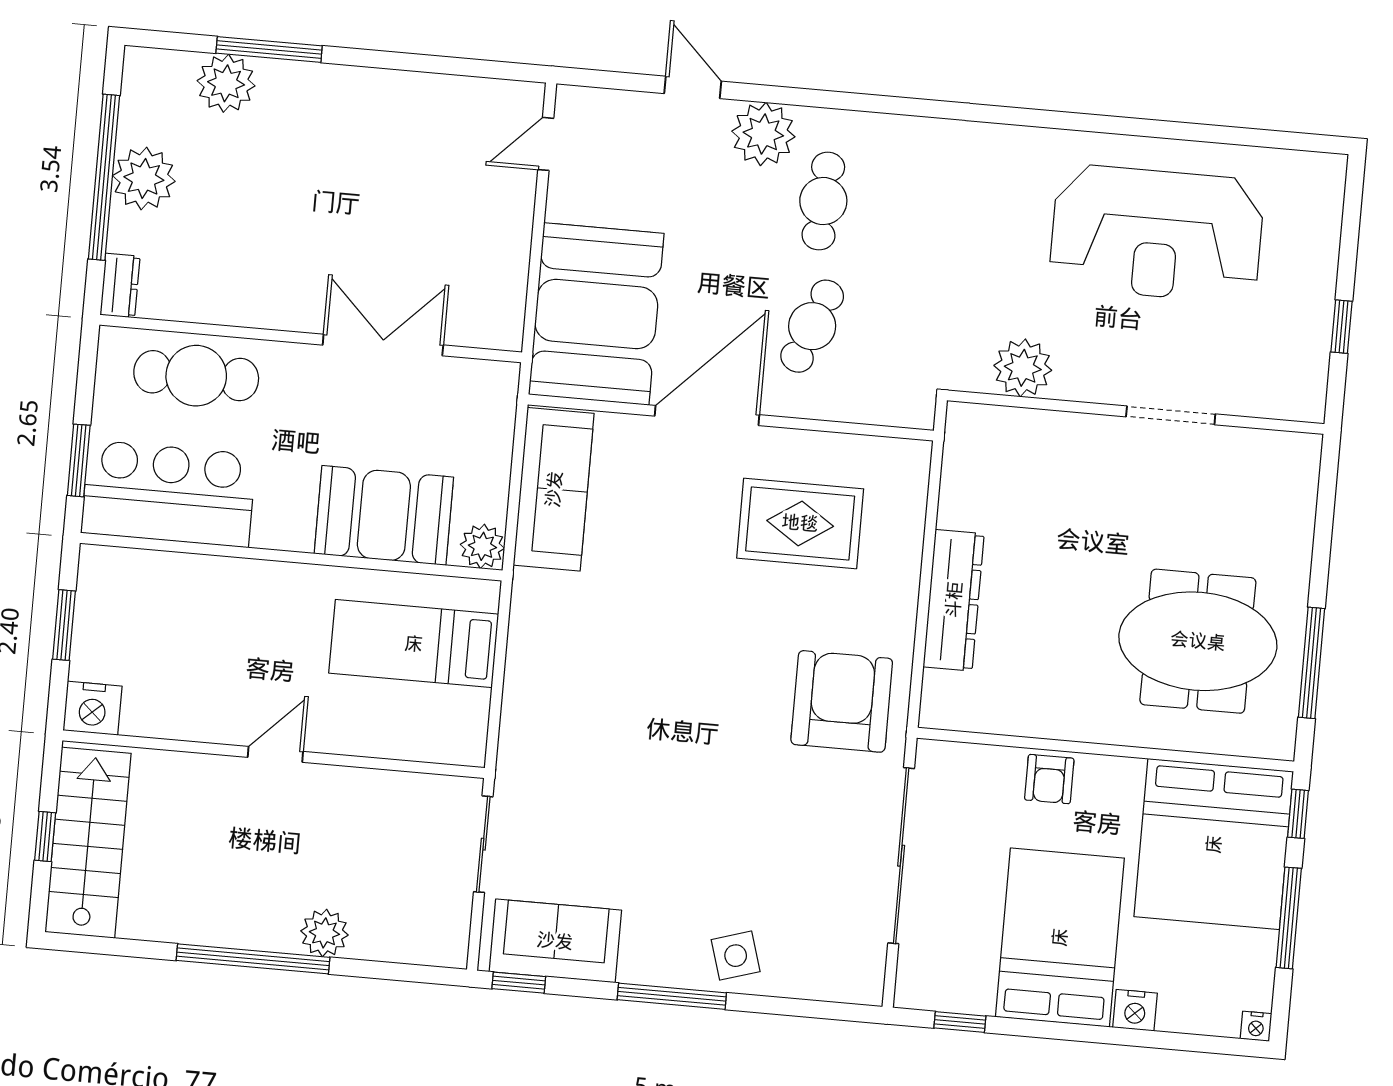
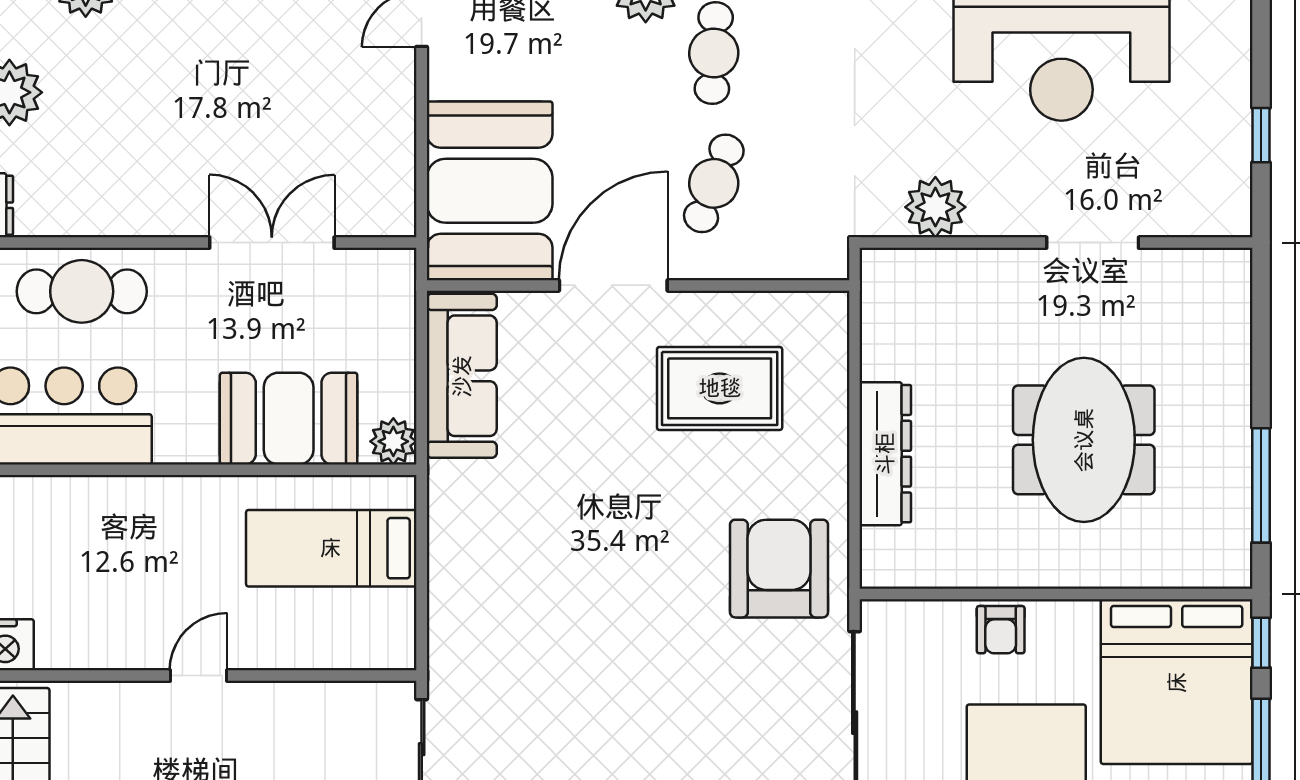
meeting table: (1198, 641) -> (1084, 440), moved, turned 90

